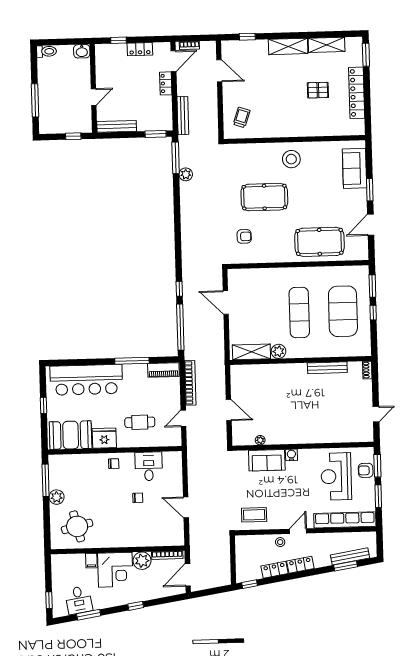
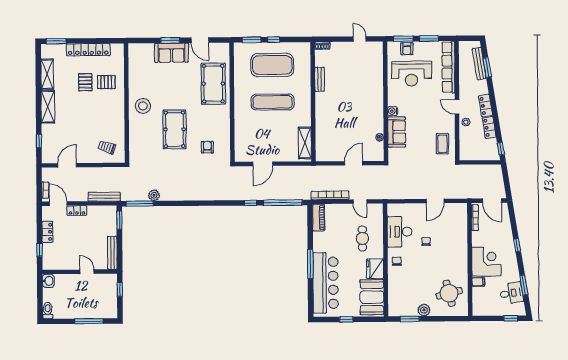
pallet: (319, 115) -> (106, 82), added
sofa: (354, 168) -> (172, 53), moved
plant: (278, 351) -> (305, 120), removed
window: (132, 361) -> (310, 264), moved
bench: (327, 368) -> (320, 79), width x0.73
desk: (149, 466) -> (400, 232), width x1.37
window: (46, 480) -> (410, 319), width x0.69
plant: (142, 561) -> (479, 239), removed

